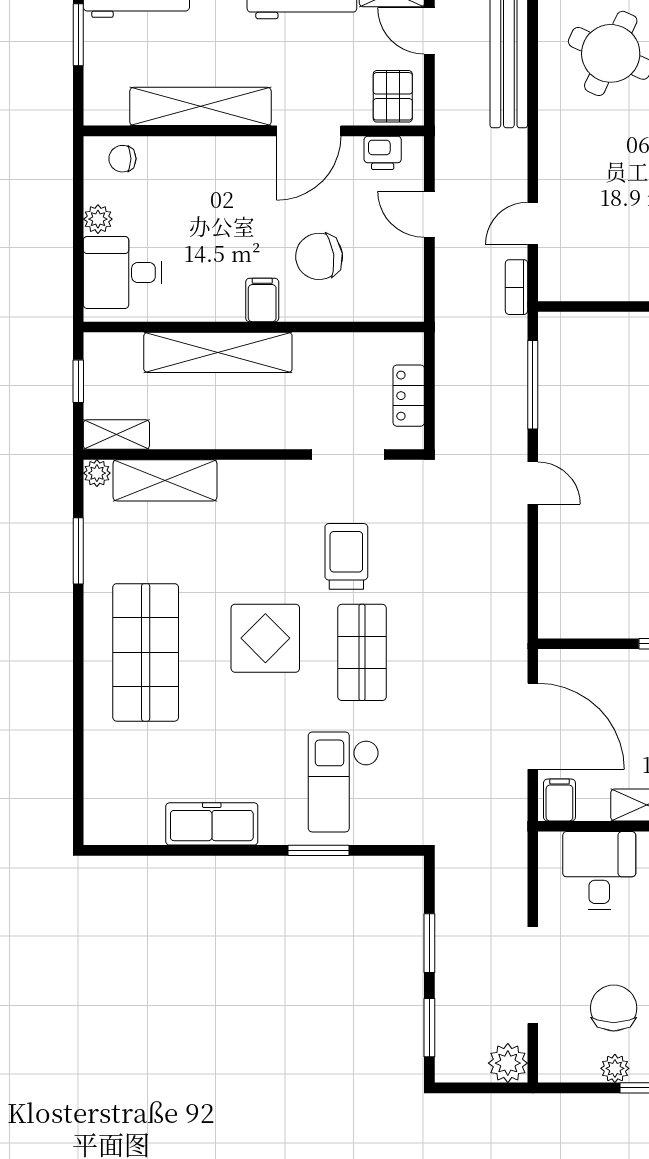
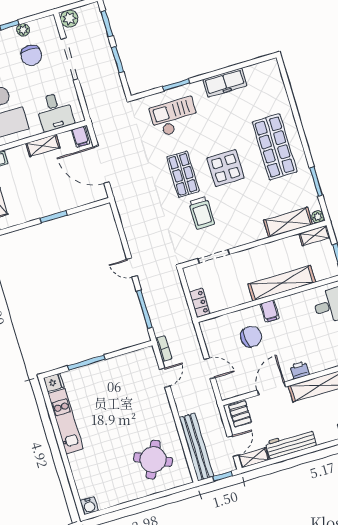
door: (429, 31) -> (233, 446), hinge flipped
printer: (383, 153) -> (300, 370), moved
locker: (409, 396) -> (200, 303), moved
checkout: (344, 782) -> (174, 117), turned -90

